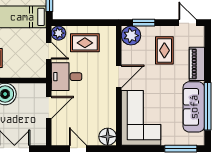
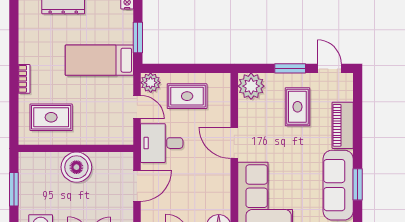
window: (144, 23) -> (290, 68), moved
door: (119, 76) -> (234, 143), swing flipped
window: (208, 106) -> (358, 184), width x0.47

